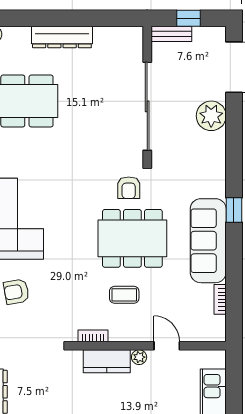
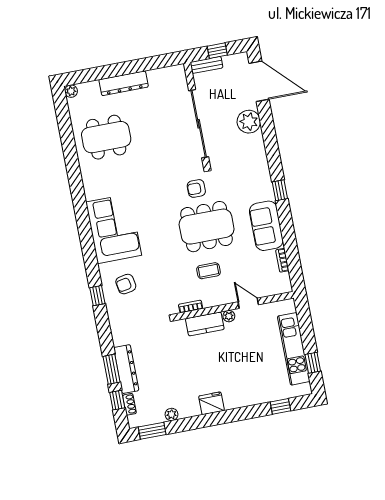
armchair: (129, 188) -> (196, 188), turned 90
sofa: (208, 241) -> (266, 226), width x0.73

